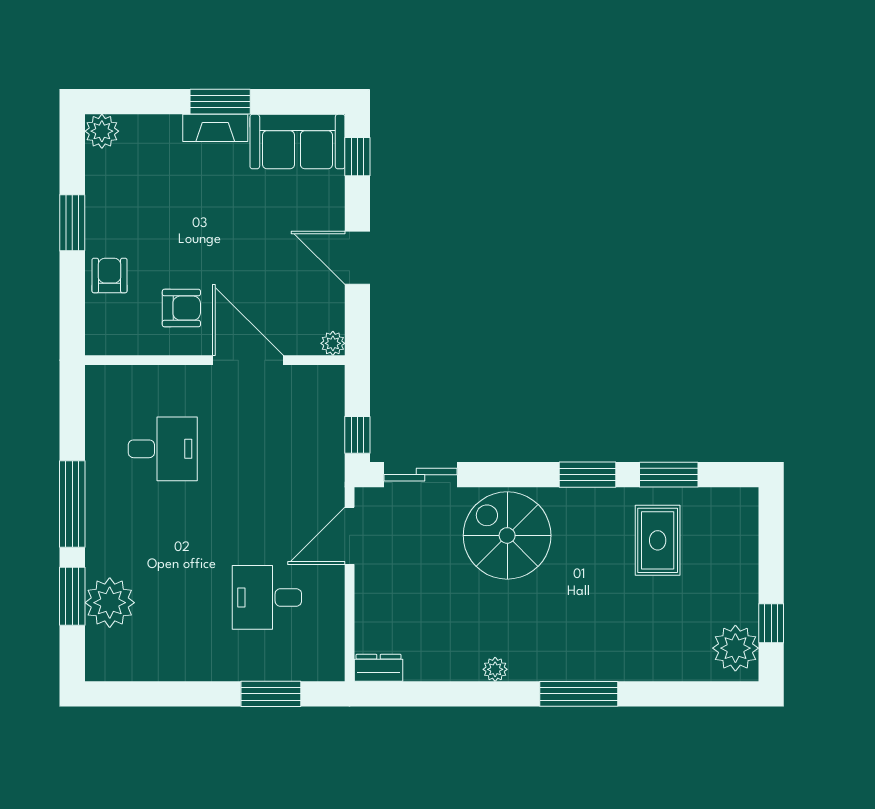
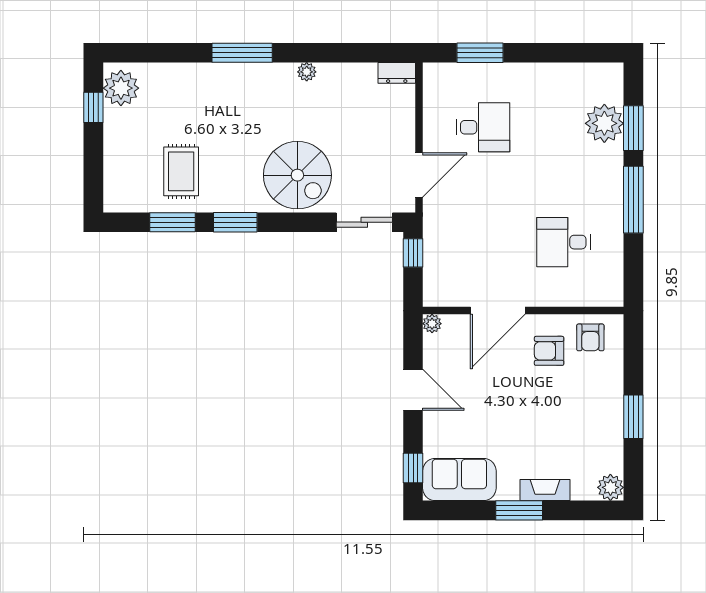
fireplace: (215, 128) -> (545, 490), moved
armchair: (110, 276) -> (590, 337), moved
door: (248, 360) -> (498, 311), hinge flipped

